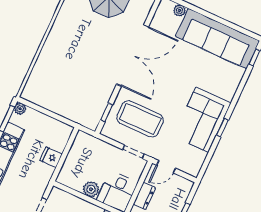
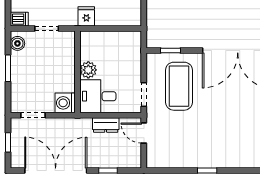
corner sofa: (202, 120) -> (206, 147), removed
fridge: (51, 157) -> (86, 16), moved

